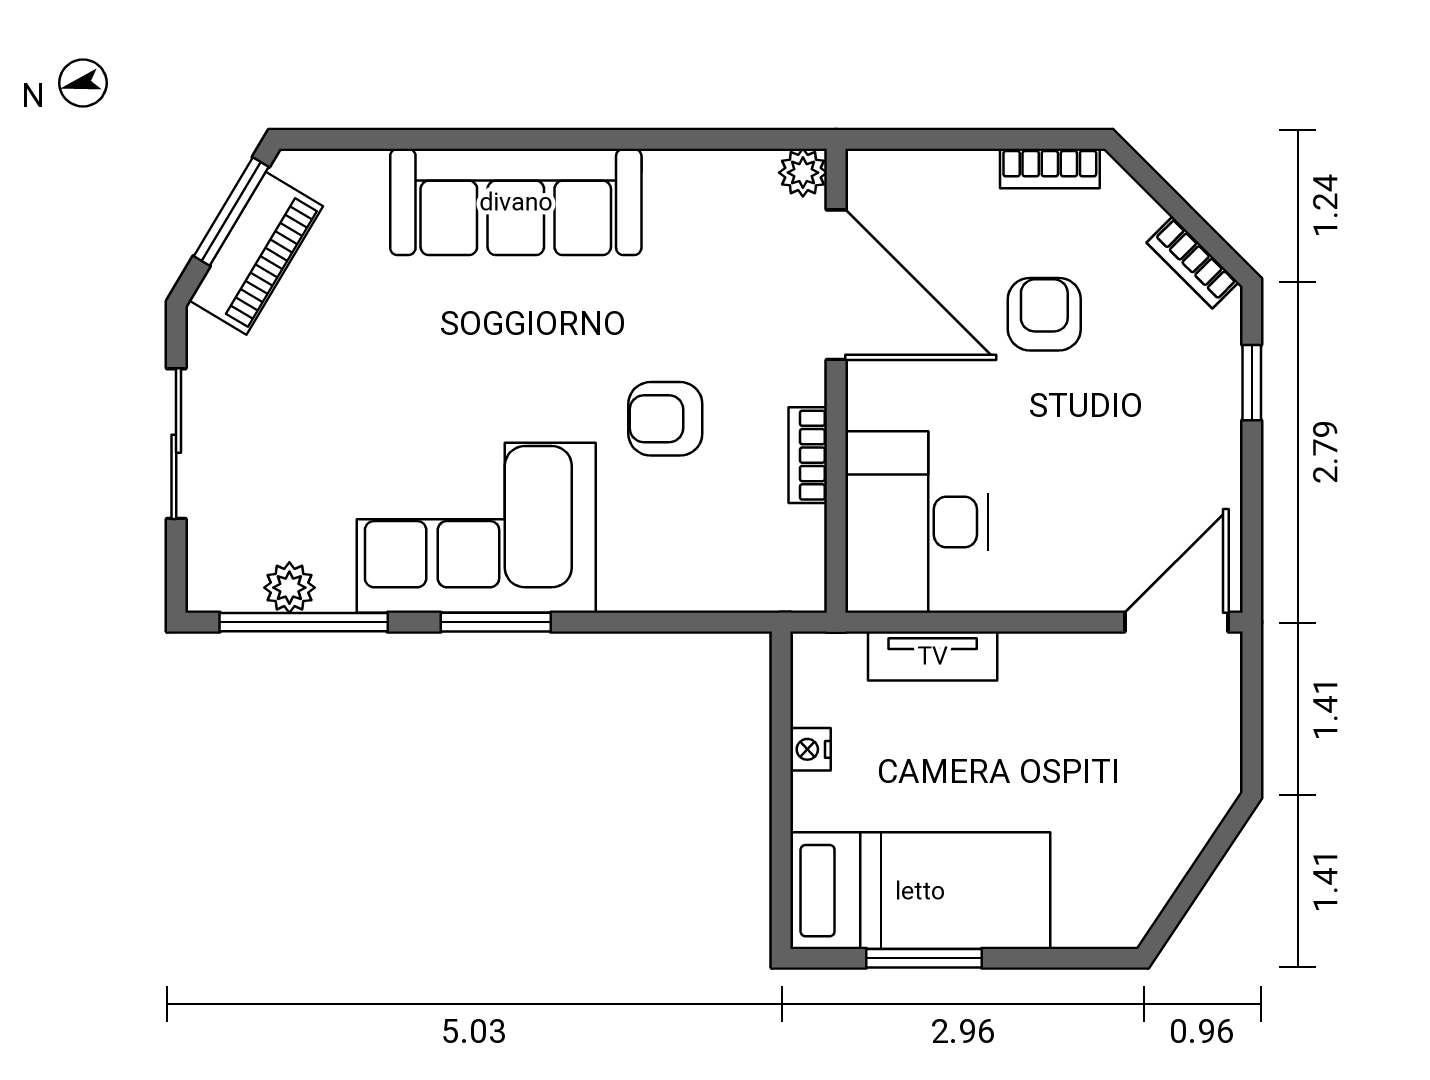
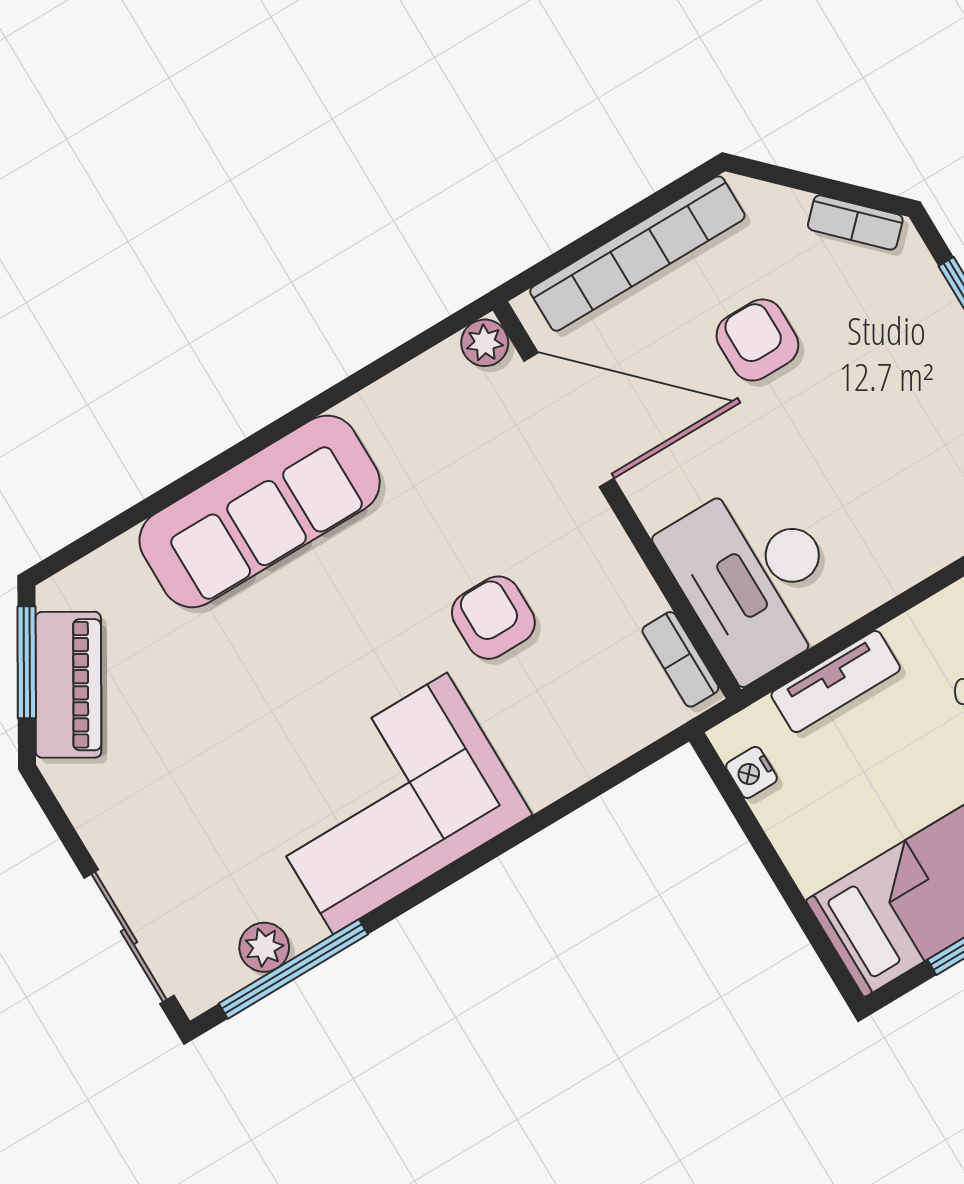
bookcase: (1050, 168) -> (637, 254), width x2.31, depth x1.31
armchair: (665, 419) -> (493, 618), turned 90
sliding door: (176, 444) -> (129, 937), moved
bookcase: (808, 455) -> (680, 659), moved
window: (496, 622) -> (454, 873), removed
nightstand: (811, 749) -> (751, 772), moved

